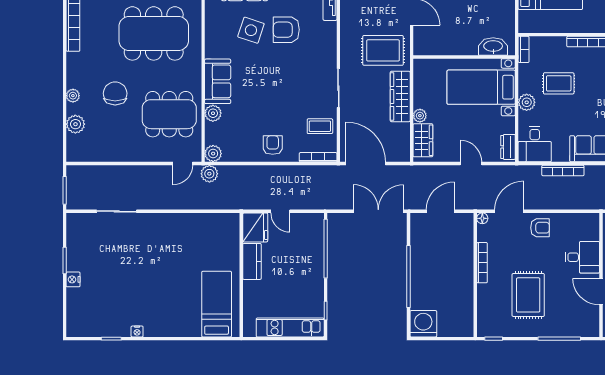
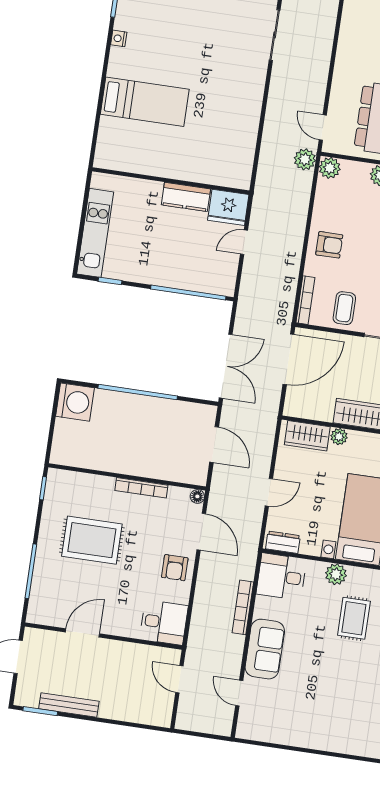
desk: (582, 257) -> (164, 622), moved, turned -90
bed: (217, 304) -> (145, 102), moved

